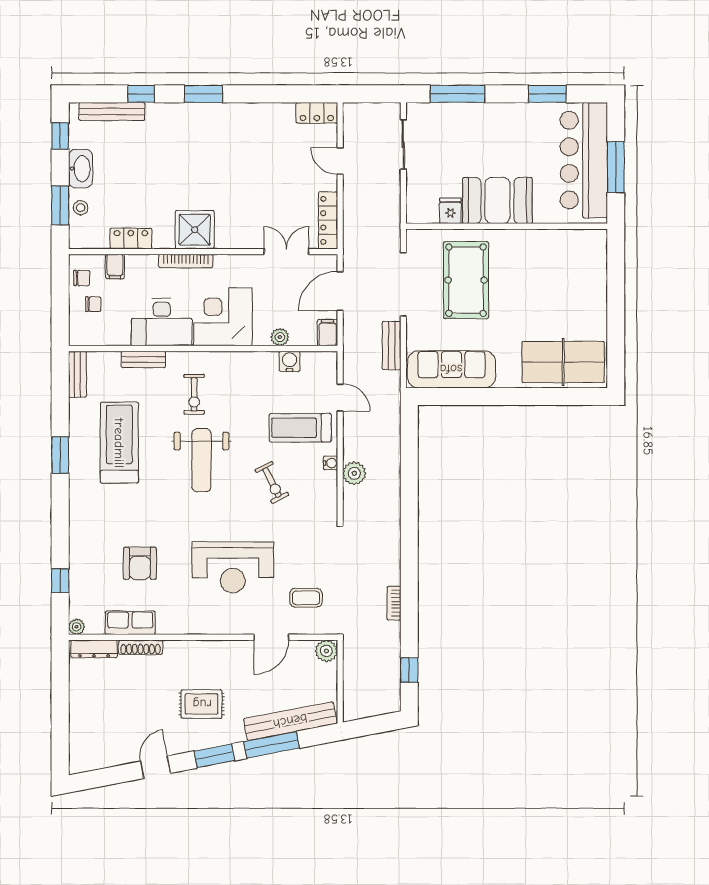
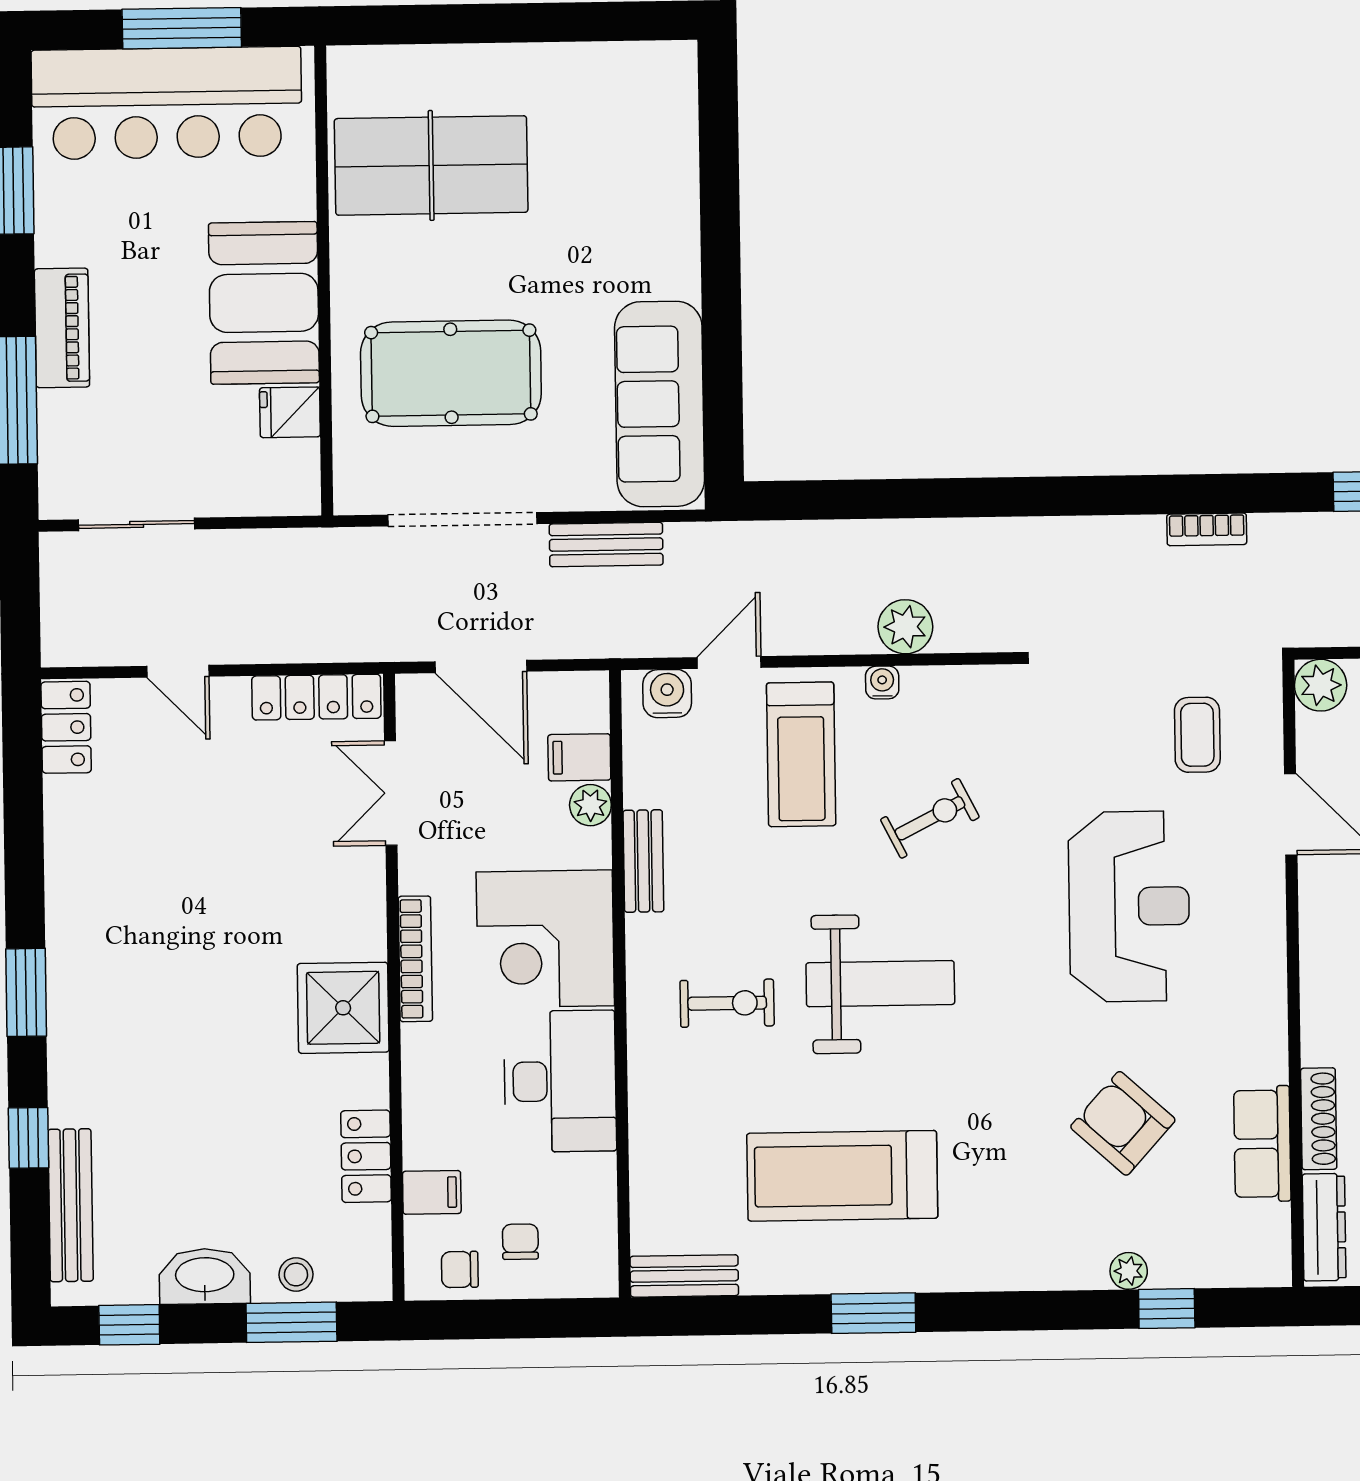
piano: (488, 114) -> (62, 328), added
door: (340, 161) -> (178, 671), hinge flipped
bookcase: (186, 261) -> (415, 959), moved
chair: (82, 278) -> (460, 1269), turned -90
filing cabinet: (328, 333) -> (579, 757), moved
bench: (143, 359) -> (643, 861), moved
water cooler: (290, 361) -> (667, 694), moved, turned 90
table tennis table: (563, 362) -> (431, 165), moved, turned 90
armchair: (140, 563) -> (1123, 1123), turned -138
plant: (77, 627) -> (1129, 1271), moved

